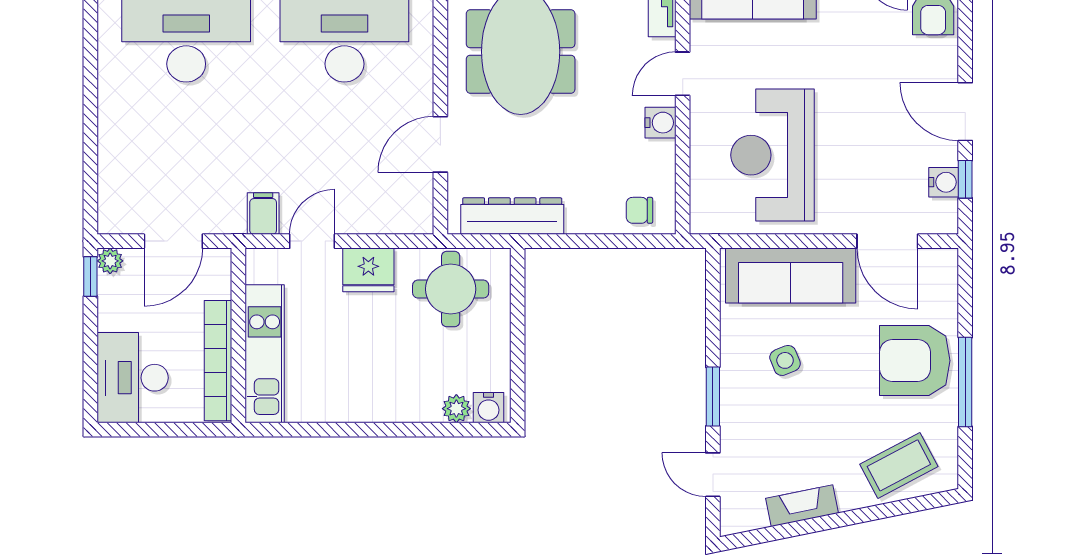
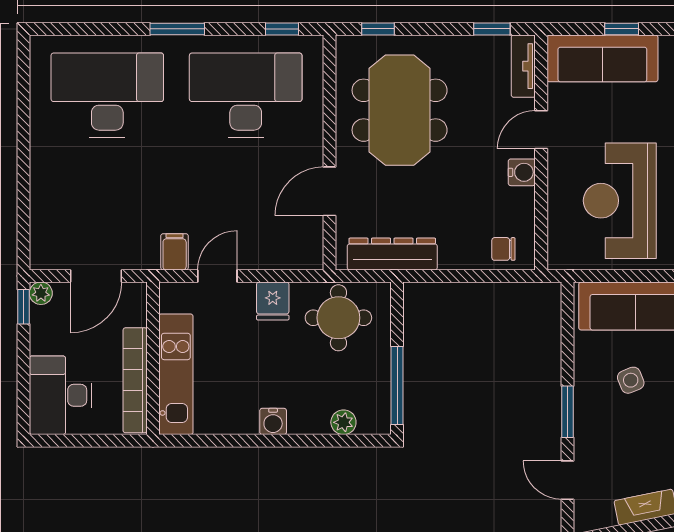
fridge: (368, 270) -> (273, 301), width x0.72
window: (518, 367) -> (397, 386), added
water cooler: (489, 408) -> (273, 421), moved

